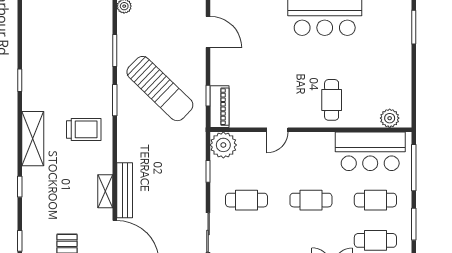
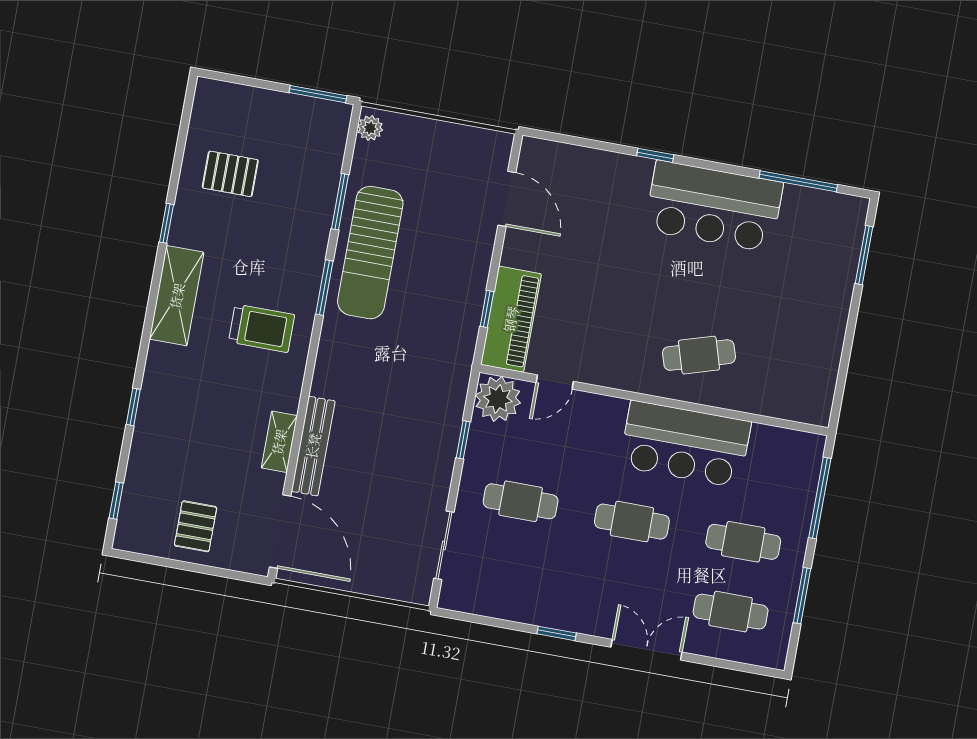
pallet: (51, 46) -> (230, 174), added
sun lounger: (160, 89) -> (370, 253), moved, turned 46
cafe table: (332, 100) -> (699, 355), turned 73
piano: (220, 107) -> (511, 319), width x1.37, depth x1.33
plant: (390, 118) -> (794, 405), removed
door: (277, 130) -> (555, 382), moved
shelving: (33, 139) -> (177, 296), moved
bar counter: (370, 151) -> (685, 444), moved

